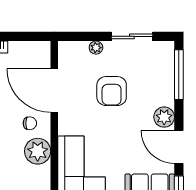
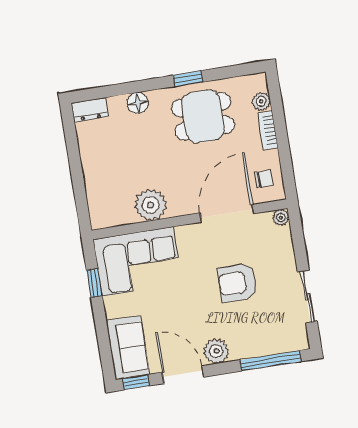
plant: (96, 48) -> (281, 217), moved
chair: (30, 123) -> (264, 179), moved, turned -90
door: (179, 147) -> (183, 375), hinge flipped

